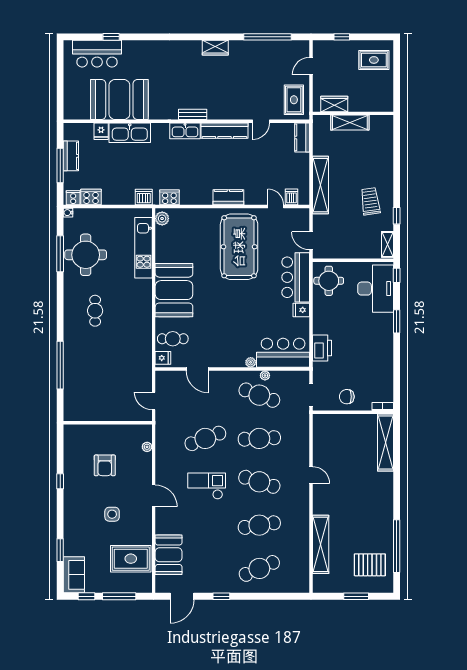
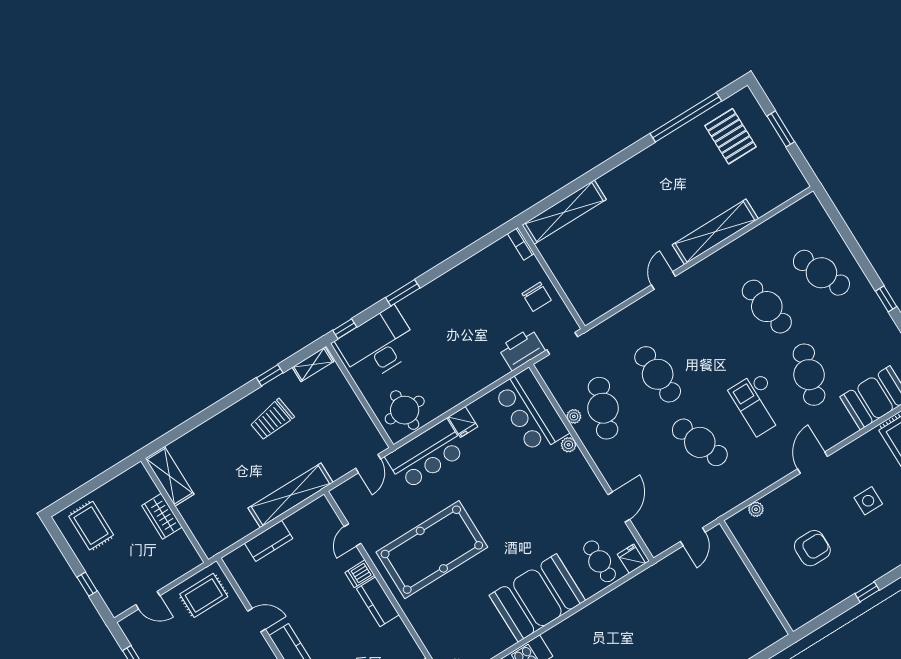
wardrobe: (334, 104) -> (162, 516), moved
shelving: (350, 123) -> (170, 476), moved
kitchen counter: (302, 137) -> (269, 541), moved
dishwasher: (291, 197) -> (360, 574), moved
printer: (322, 348) -> (522, 349), moved
cafe table: (259, 482) -> (809, 375), moved
shelving: (321, 544) -> (715, 232), moved

